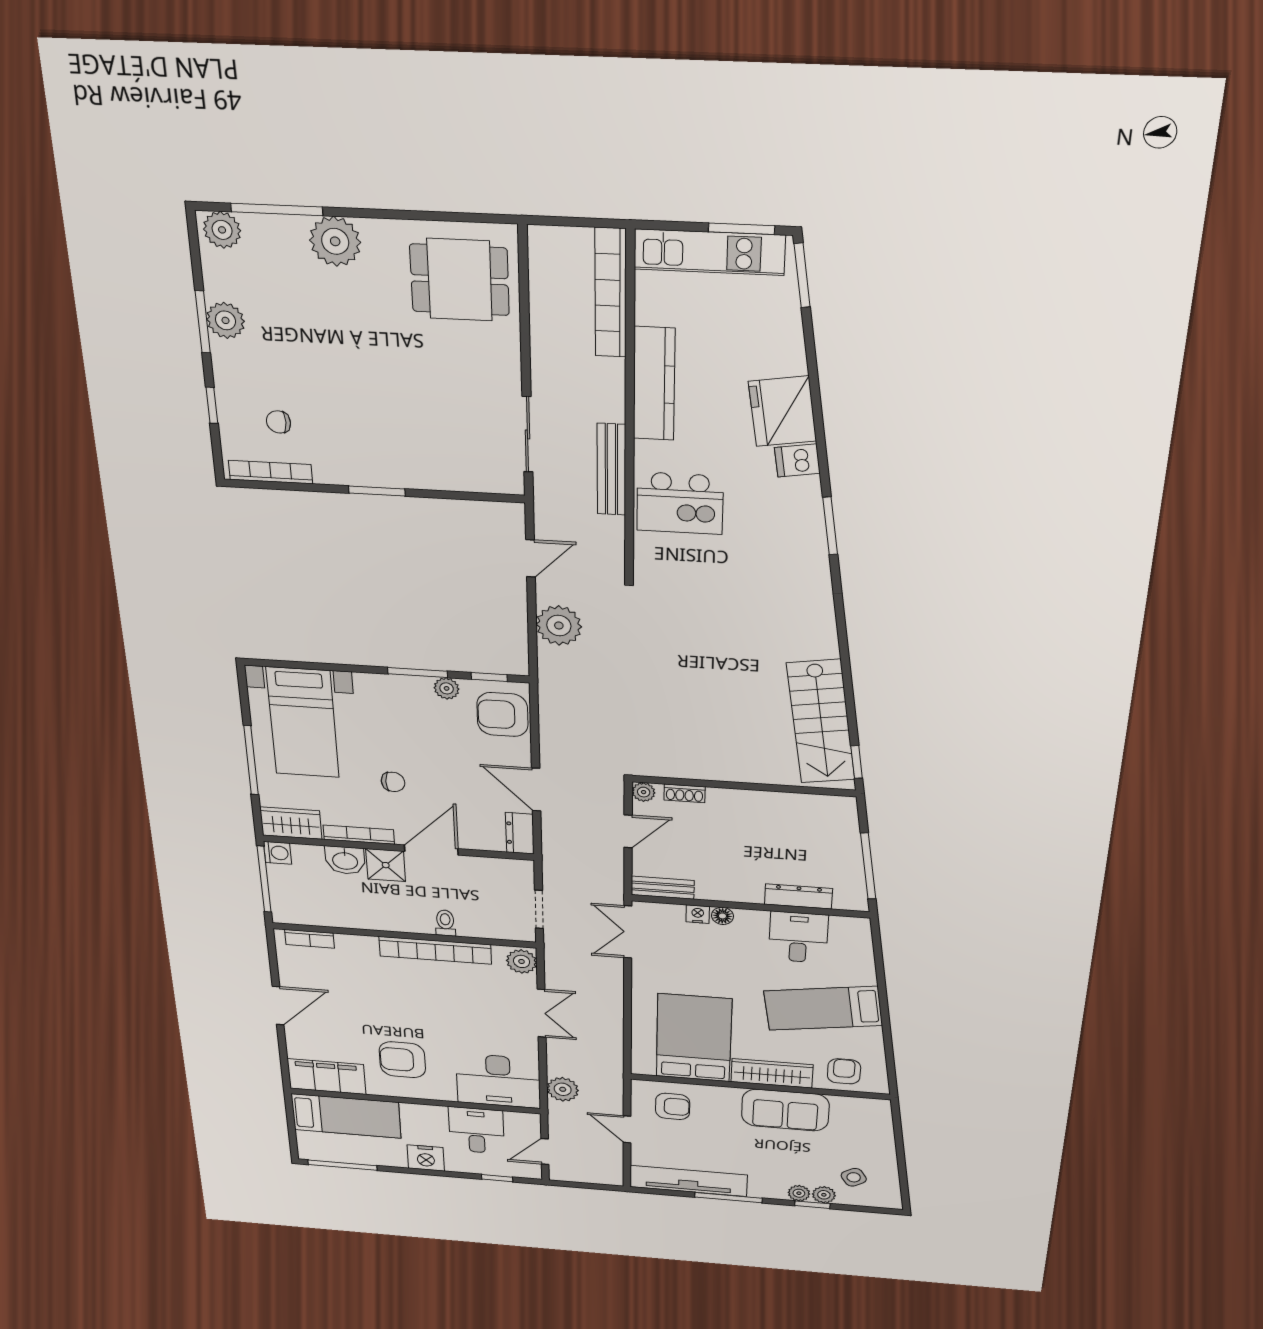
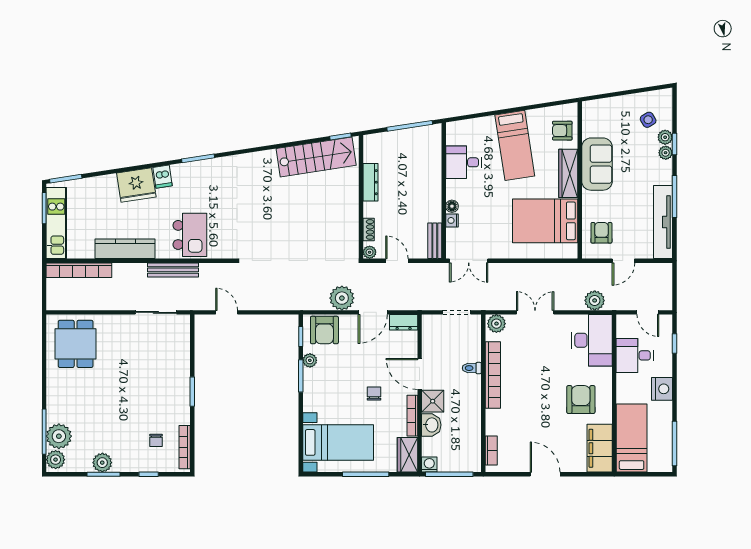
plant: (335, 241) -> (59, 436), moved
plant: (559, 625) -> (342, 298), moved
dresser: (799, 896) -> (370, 182), moved, turned 180
armchair: (402, 1060) -> (581, 400), turned 180

